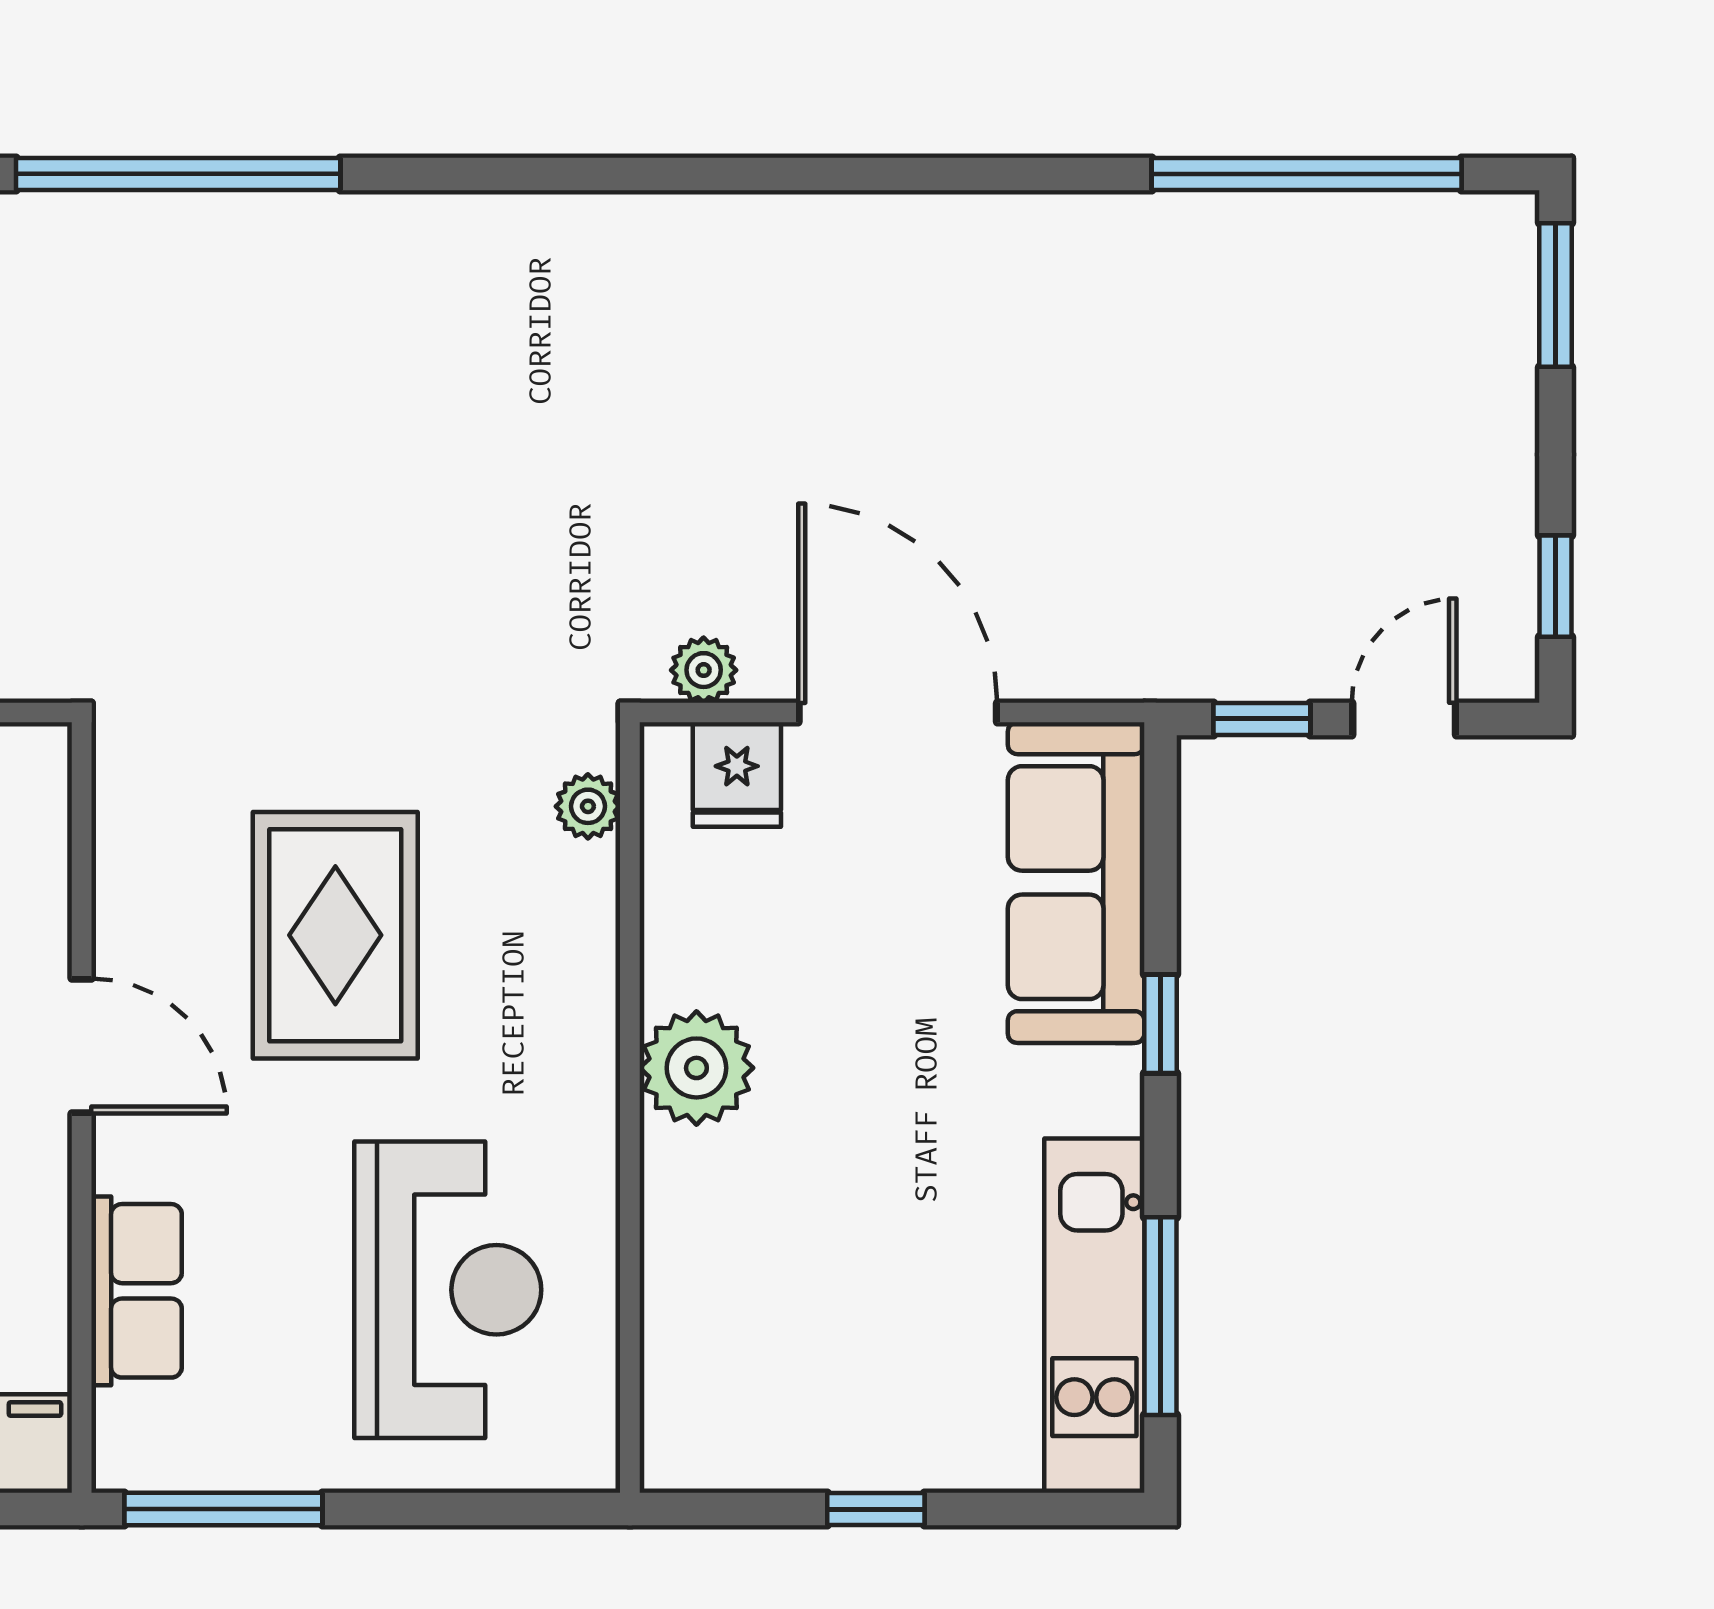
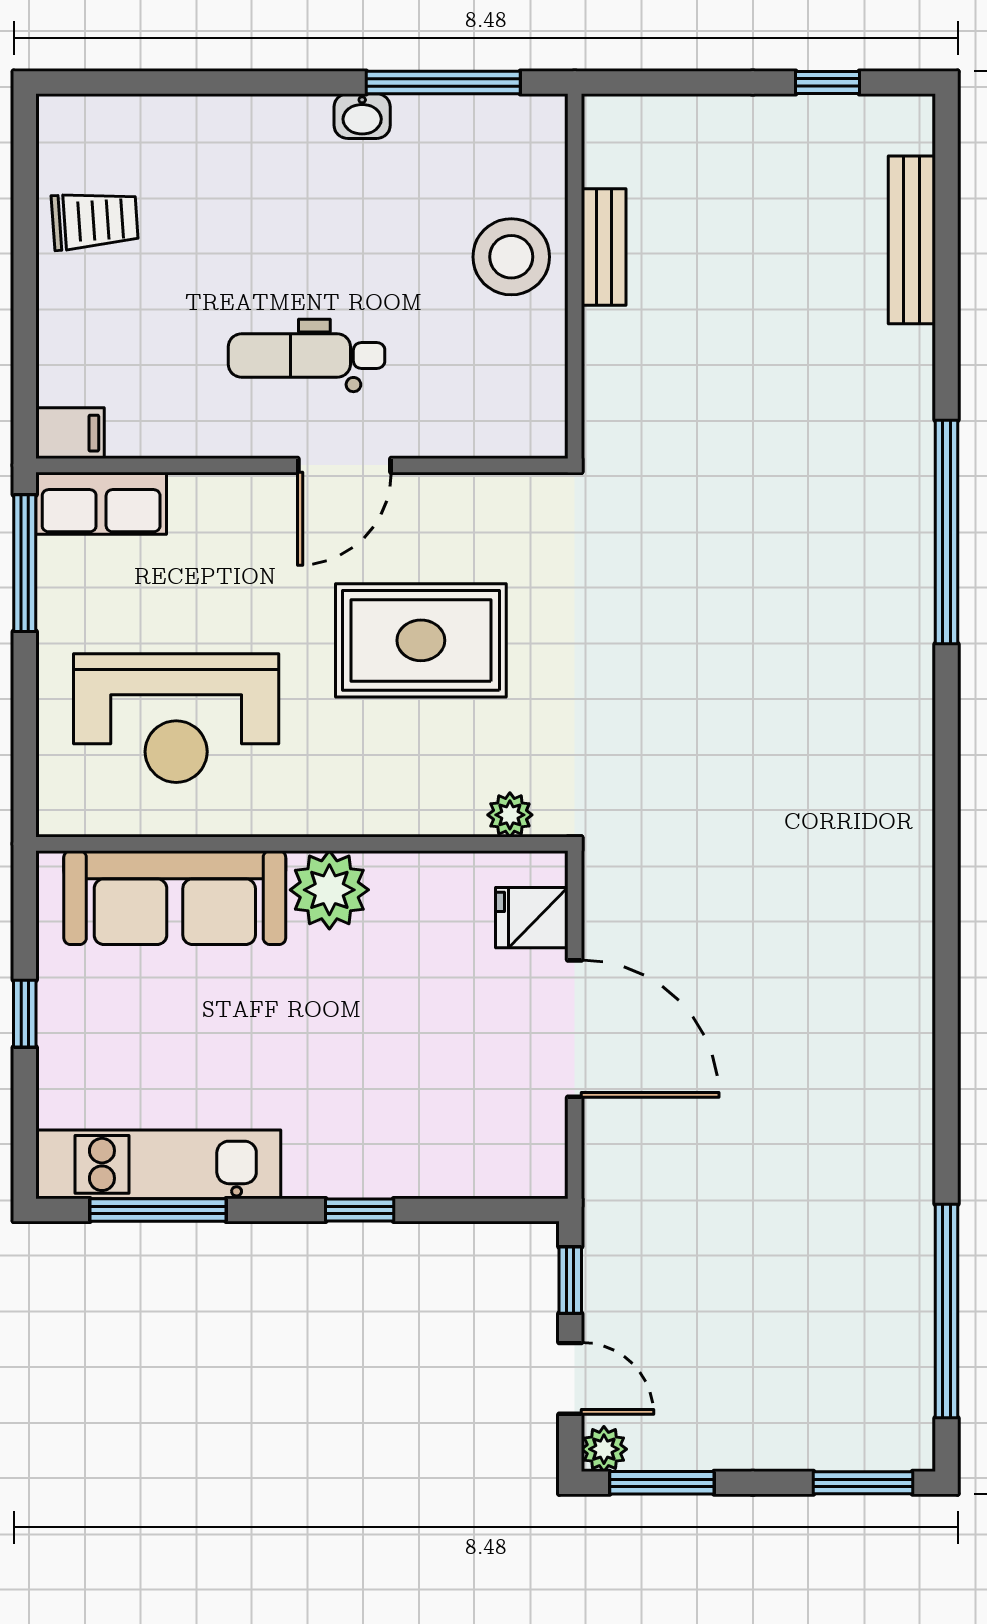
window: (1555, 586) -> (662, 1483), width x1.50
plant: (704, 670) -> (604, 1449), moved
door: (898, 712) -> (575, 1029), hinge flipped
sofa: (1076, 883) -> (175, 898), moved, turned 180
row of seats: (137, 1291) -> (101, 503), moved

